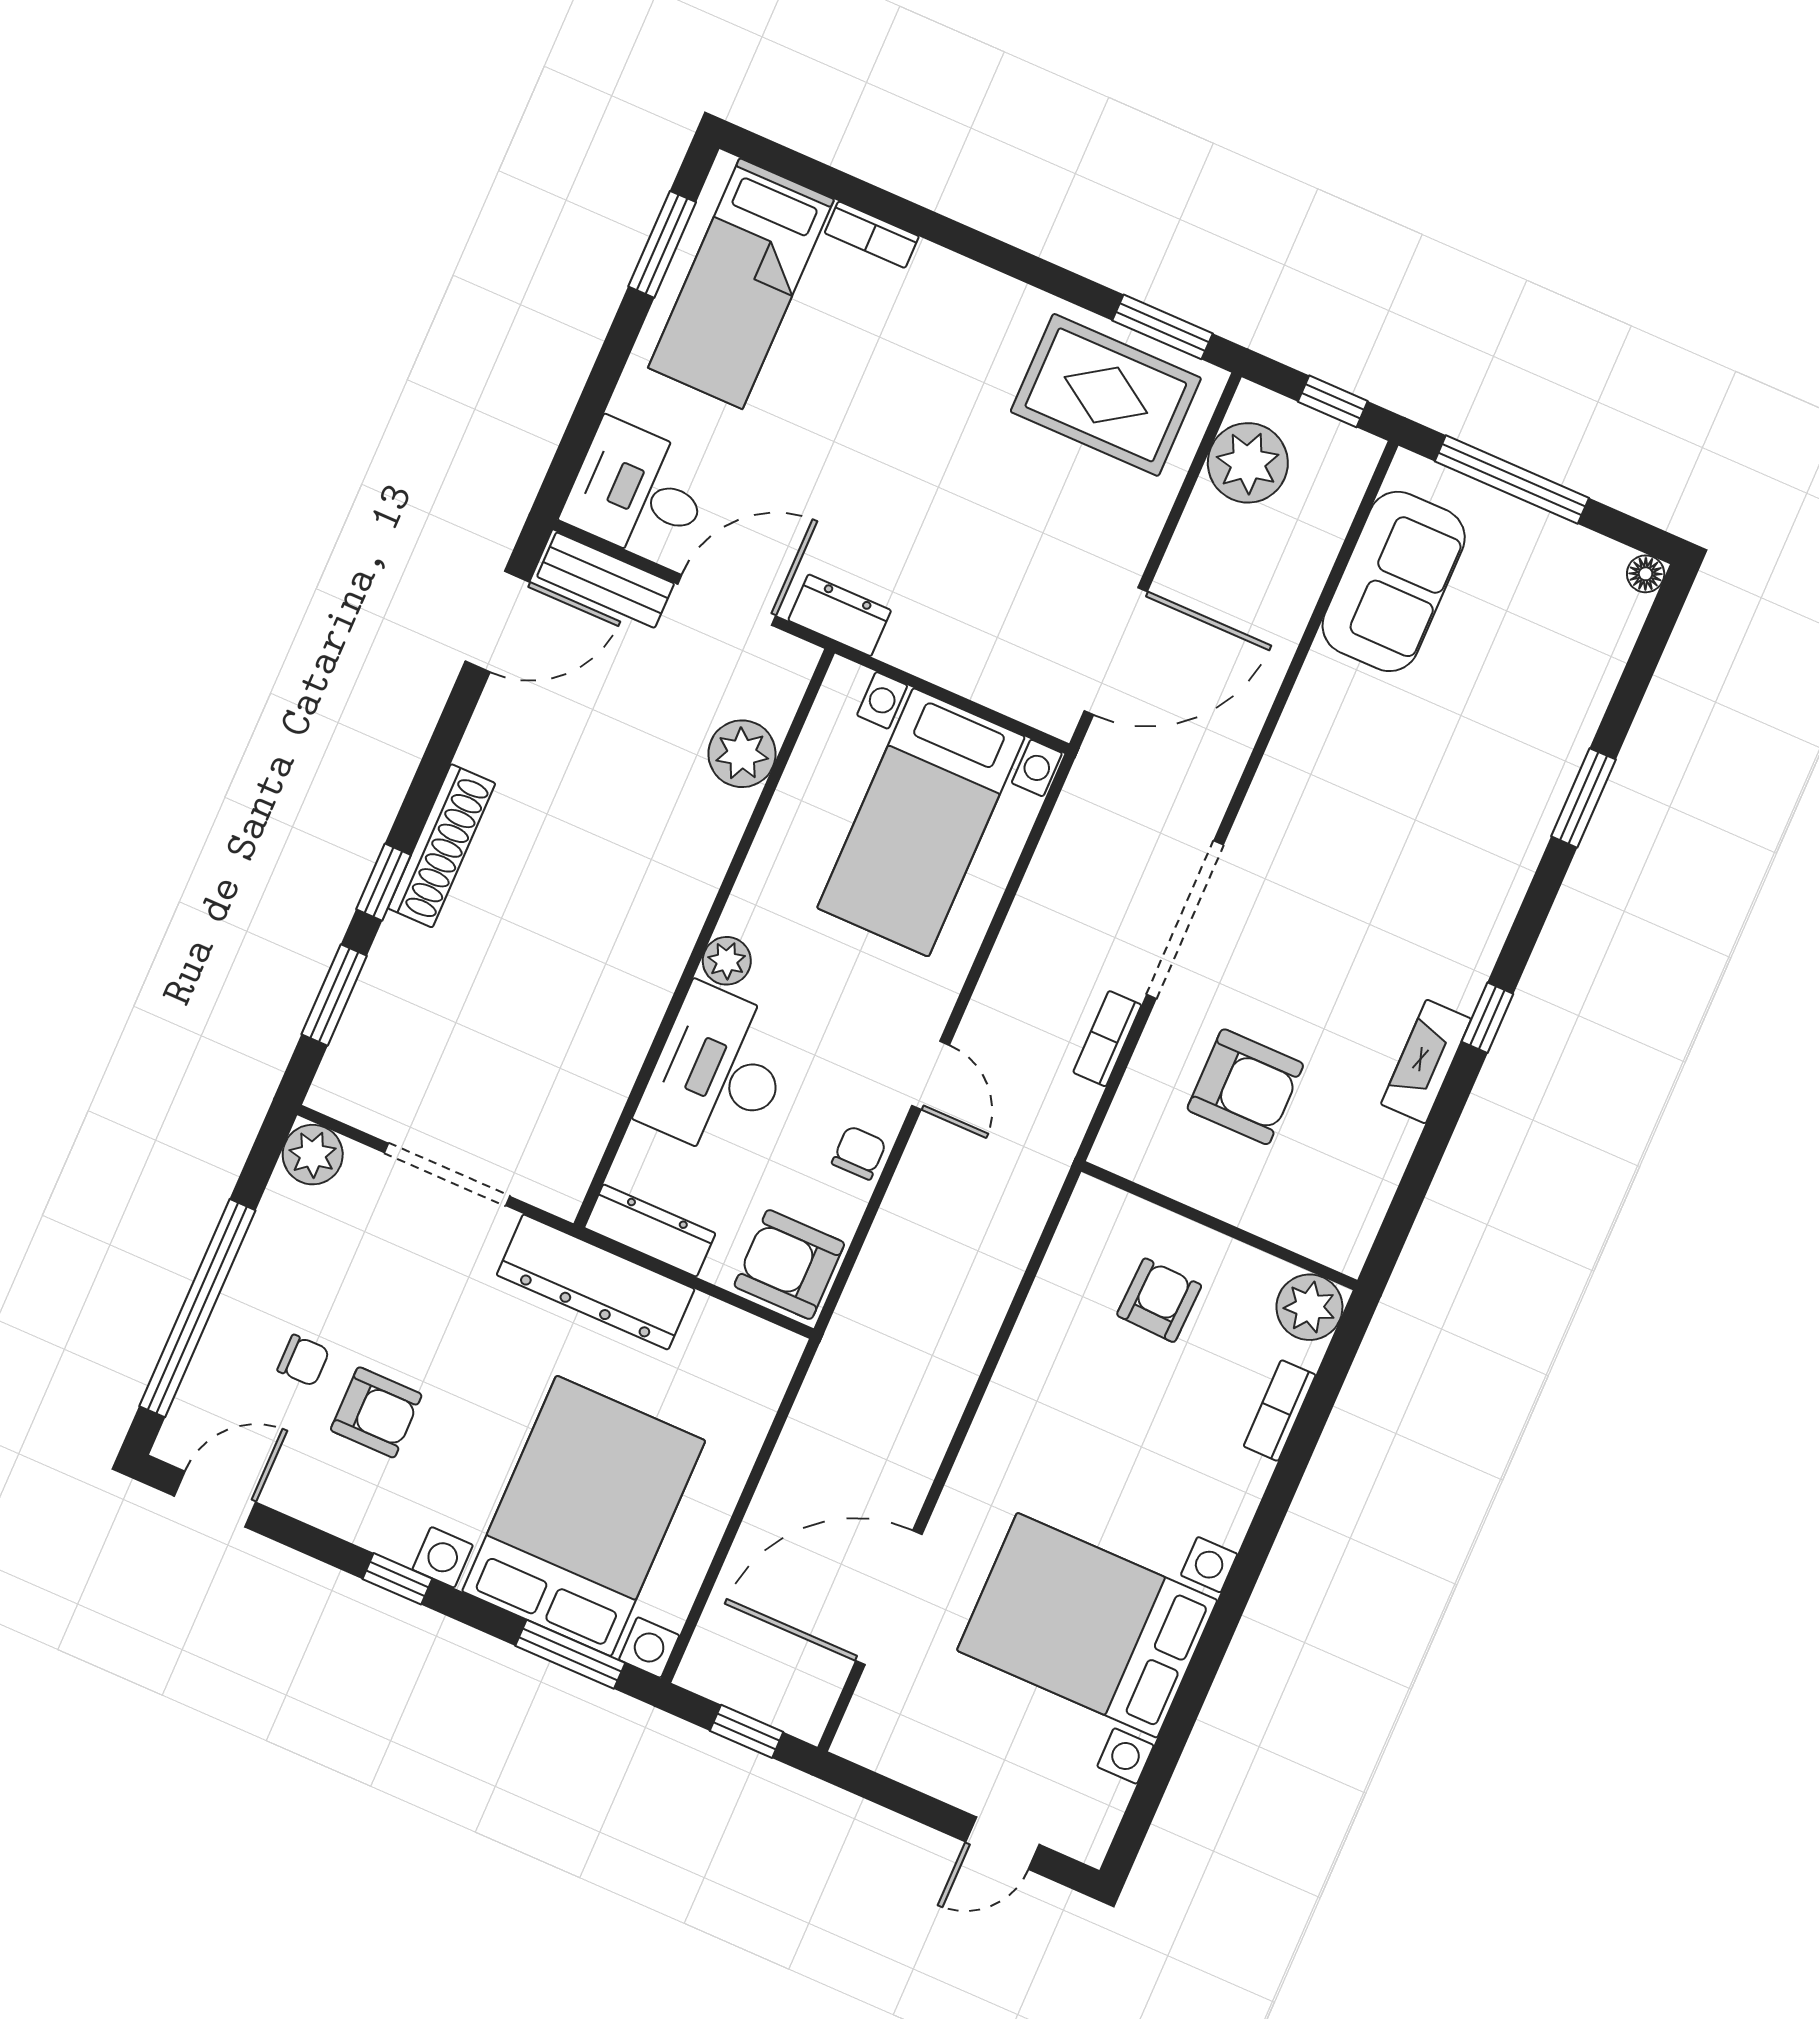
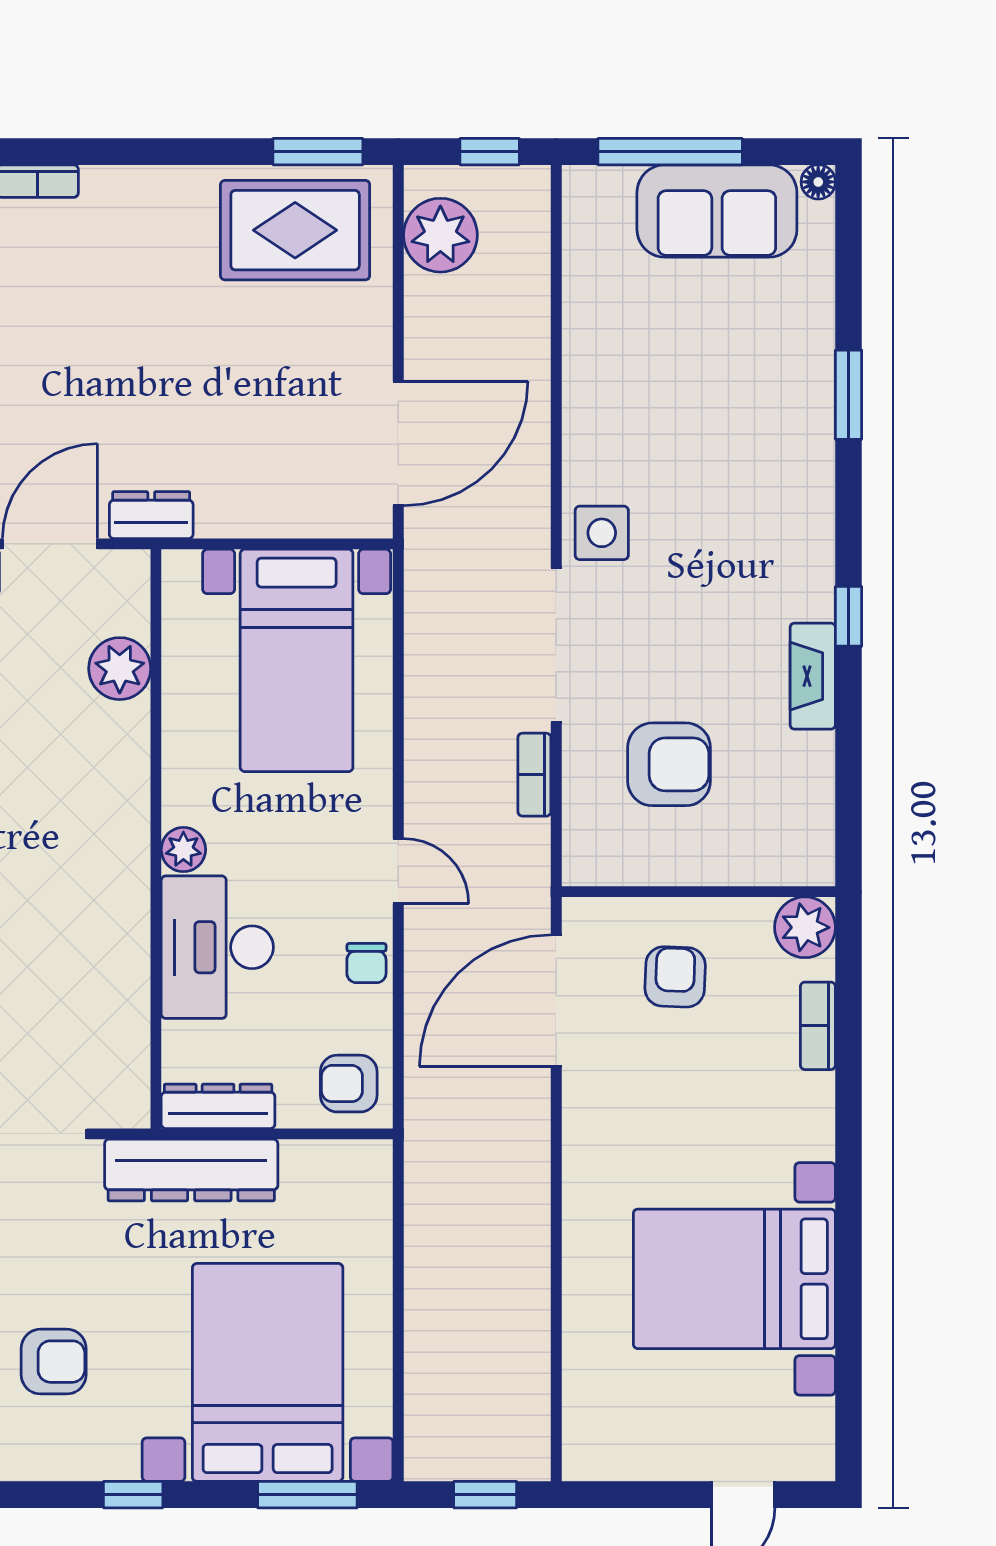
sofa: (1394, 581) -> (717, 211), moved, turned 90
side table: (1279, 828) -> (602, 533), added
chair: (859, 1153) -> (366, 963), turned 180
armchair: (789, 1265) -> (349, 1084), width x0.72, depth x0.72
door: (889, 1598) -> (556, 1001), moved

